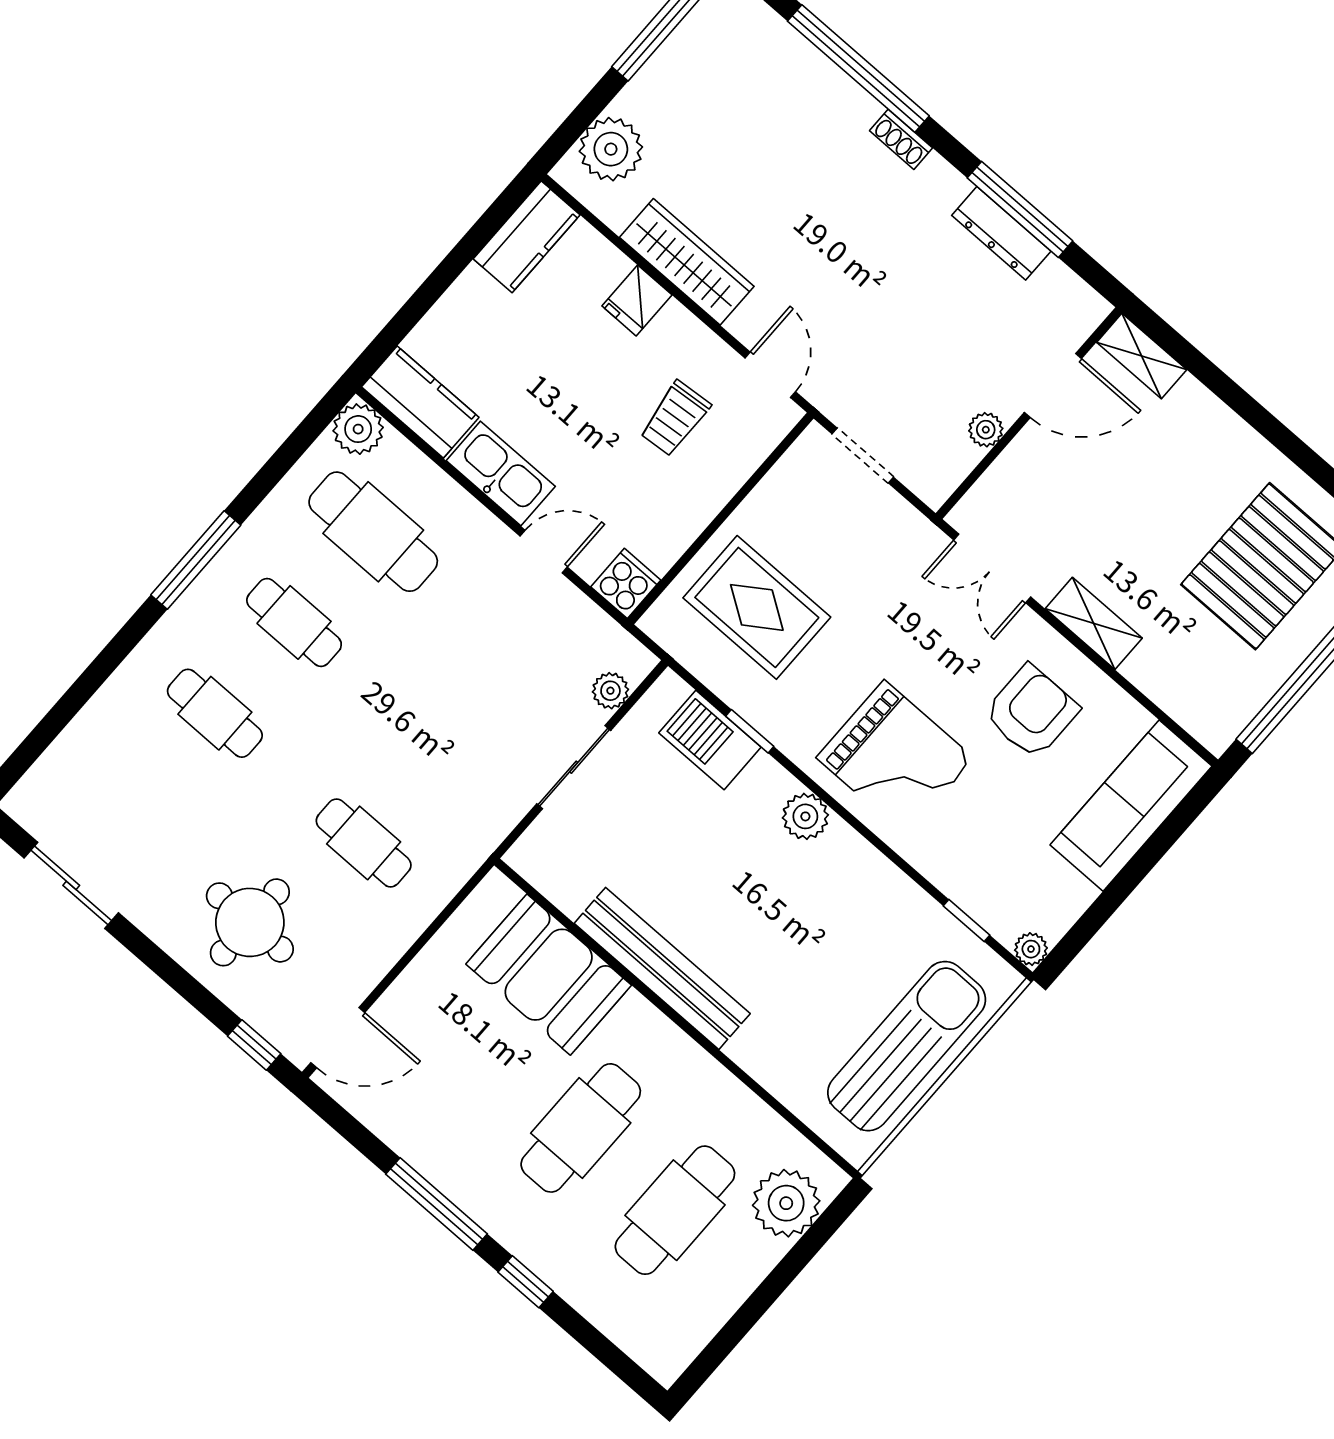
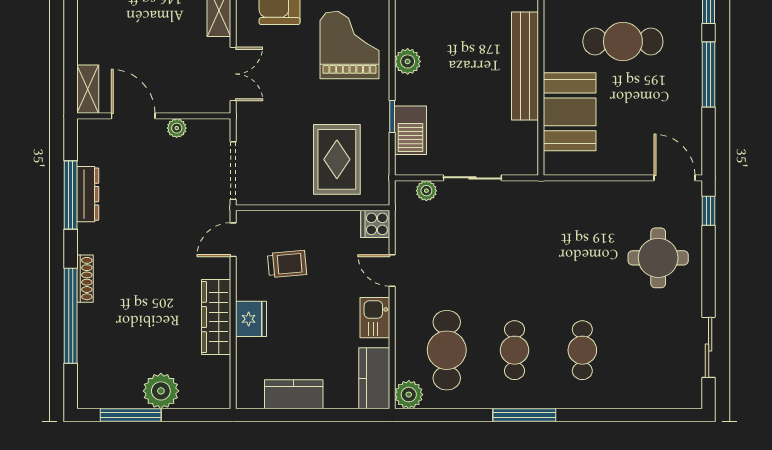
shoe rack: (901, 139) -> (85, 279), width x1.43
plant: (611, 149) -> (161, 391), moved
kitchen counter: (527, 237) -> (294, 394), moved
fridge: (637, 300) -> (251, 319), width x1.38
doorway: (863, 456) -> (233, 171), width x1.38
kitchen sink: (501, 473) -> (375, 318), width x0.73
cafe table: (364, 843) -> (582, 239), removed

